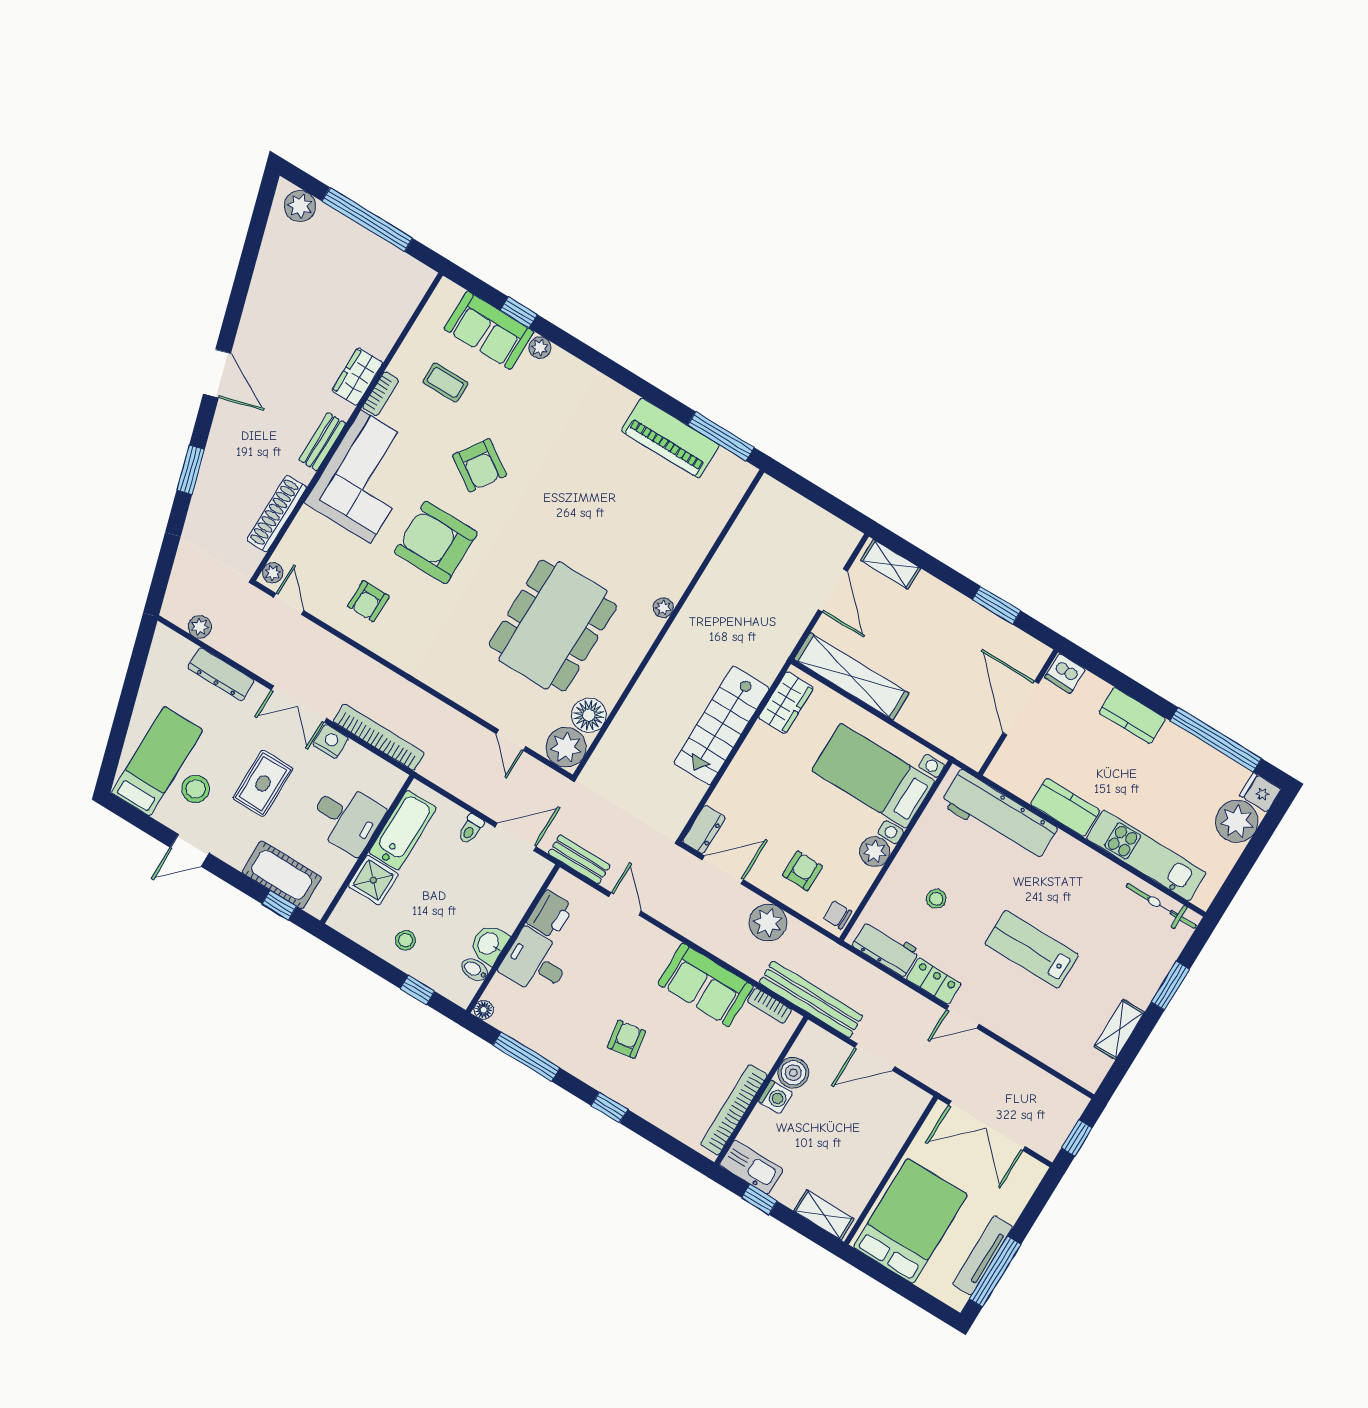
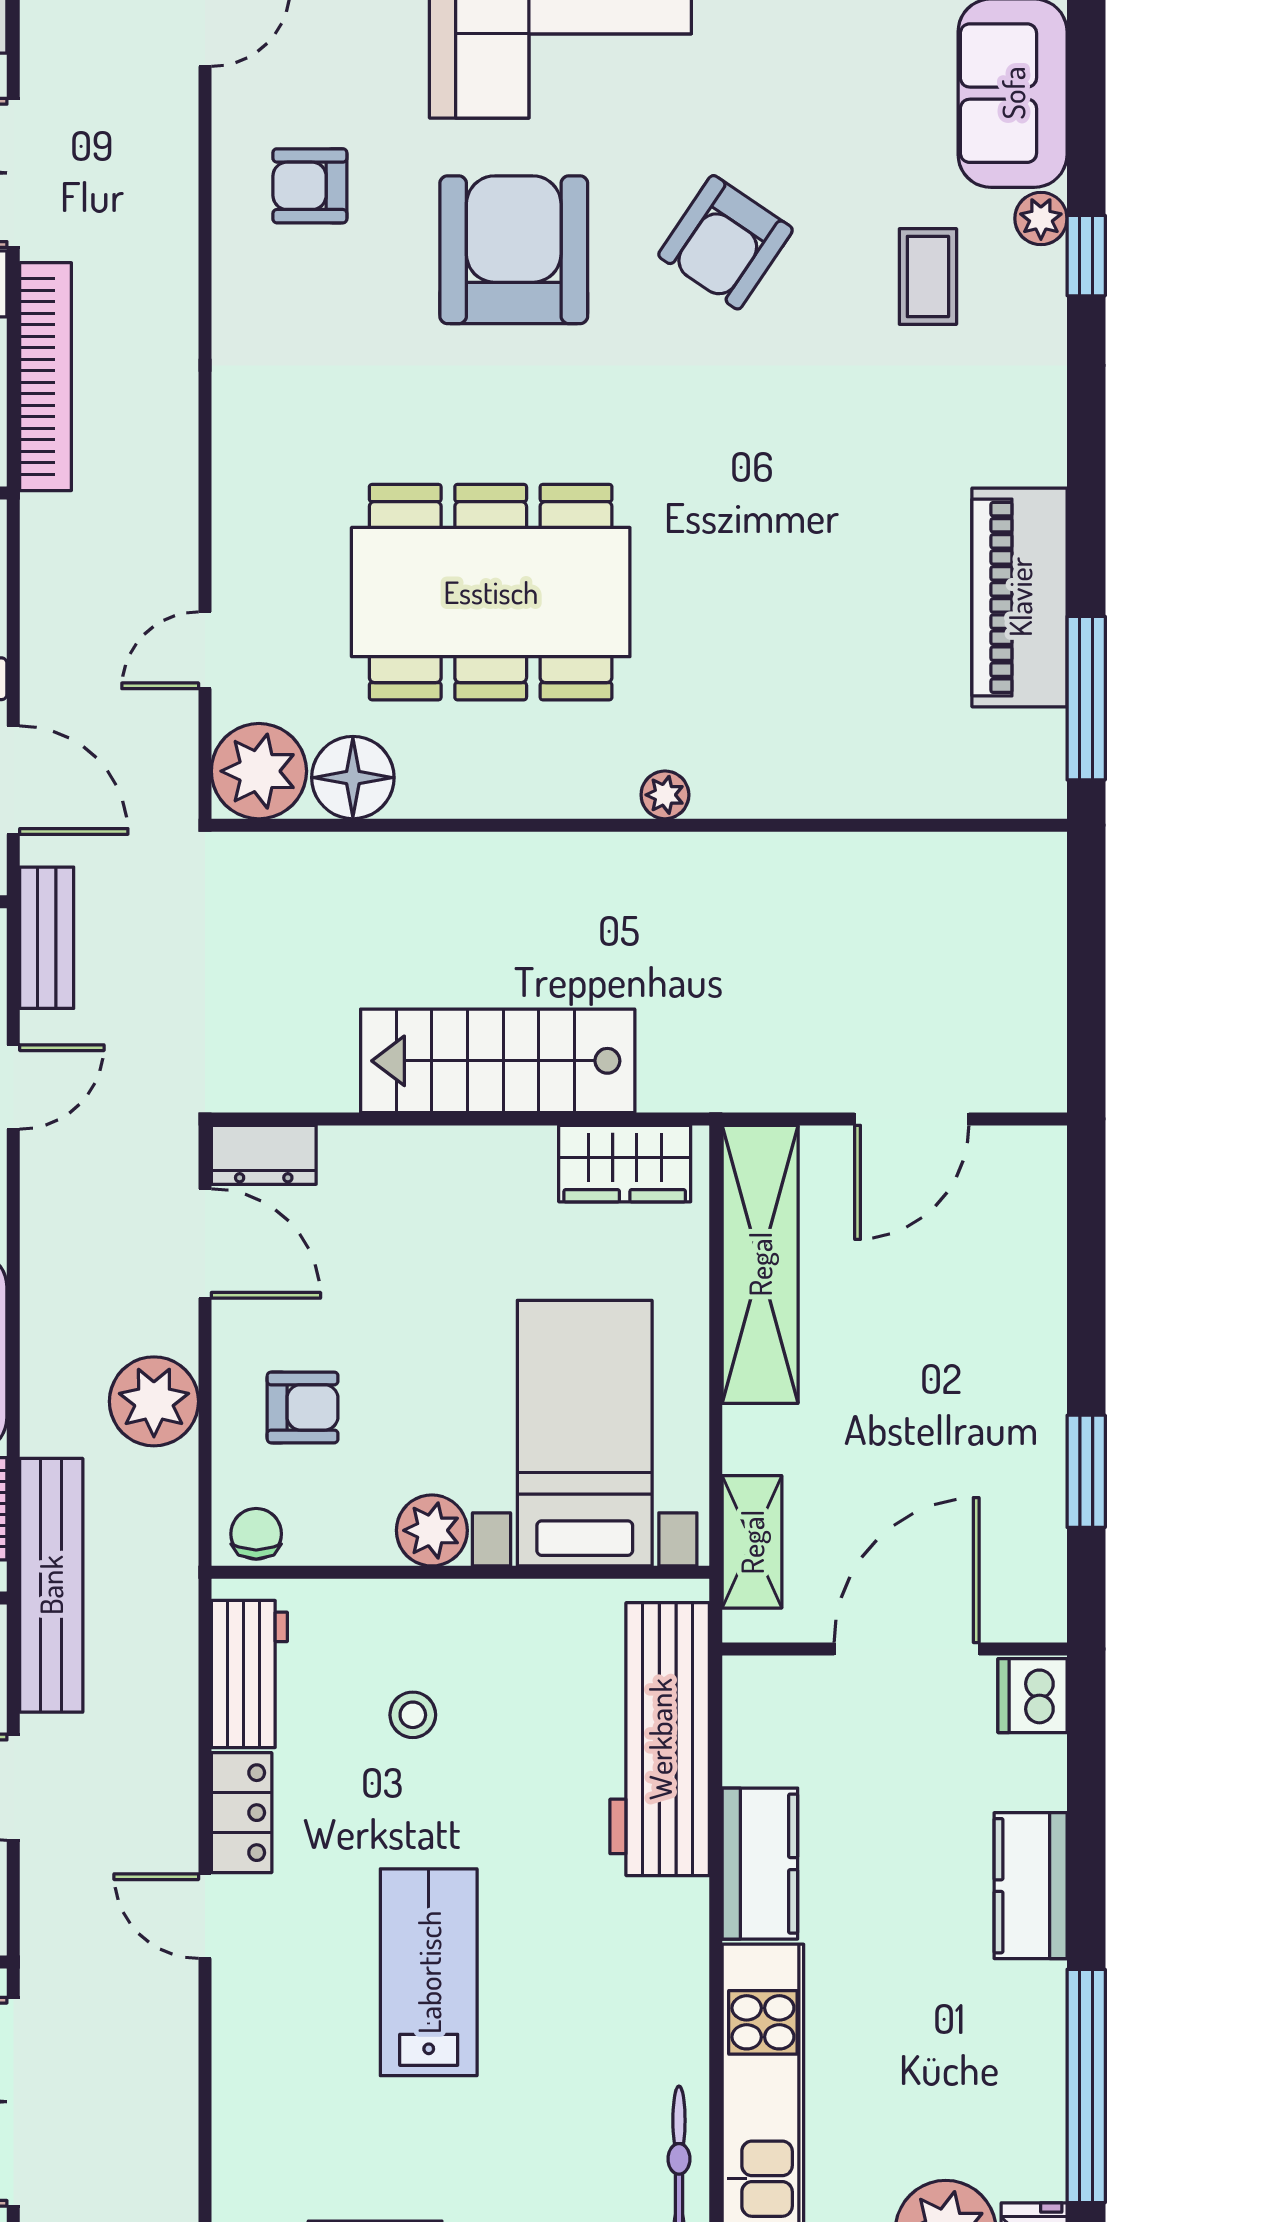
window: (519, 312) -> (1086, 256), moved
coffee table: (445, 383) -> (928, 277), moved
shelving: (891, 564) -> (752, 1542), moved

